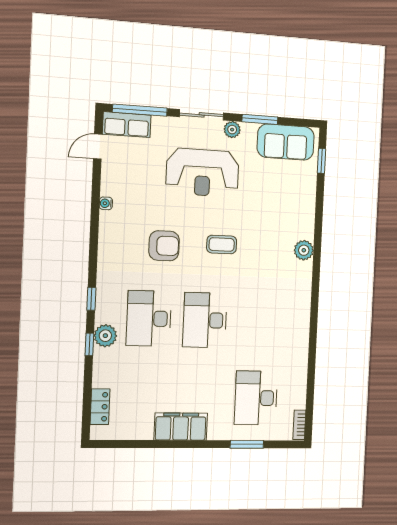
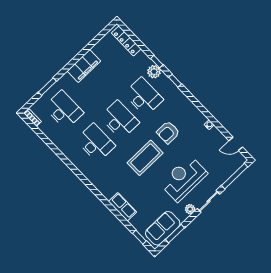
window: (260, 119) -> (175, 234), moved
row of seats: (127, 125) -> (122, 207), moved, turned 90
door: (98, 147) -> (236, 144), swing flipped
coffee table: (222, 244) -> (145, 158), width x1.86, depth x1.72
plant: (304, 250) -> (108, 192), removed
desk: (260, 322) -> (96, 143), added
locker: (100, 407) -> (126, 41), width x1.53

